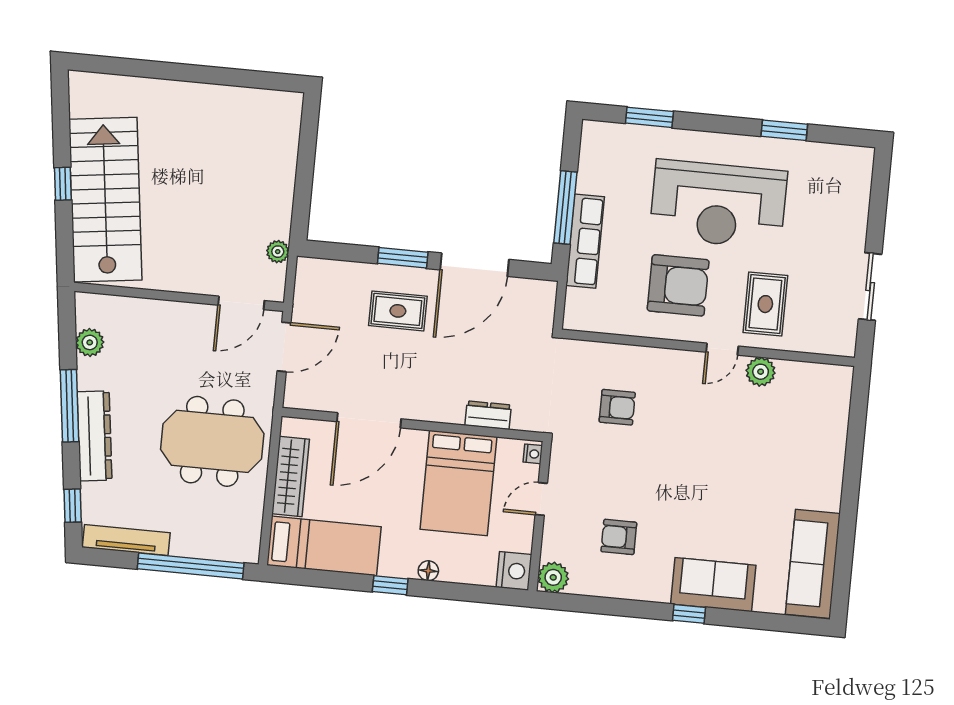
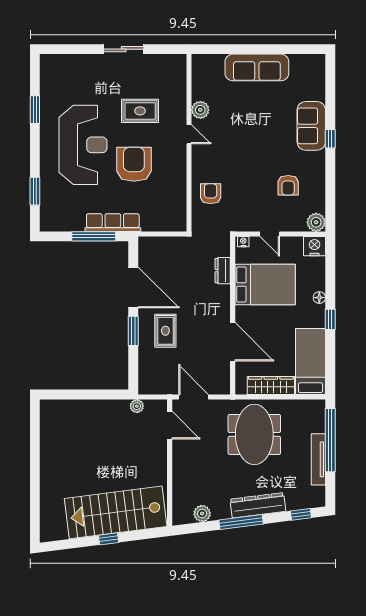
wall: (708, 348) -> (189, 143), moved
door: (722, 349) -> (189, 134), moved
plant: (761, 372) -> (200, 110), moved
tv unit: (126, 540) -> (318, 459), moved
sofa: (813, 564) -> (257, 67), moved

